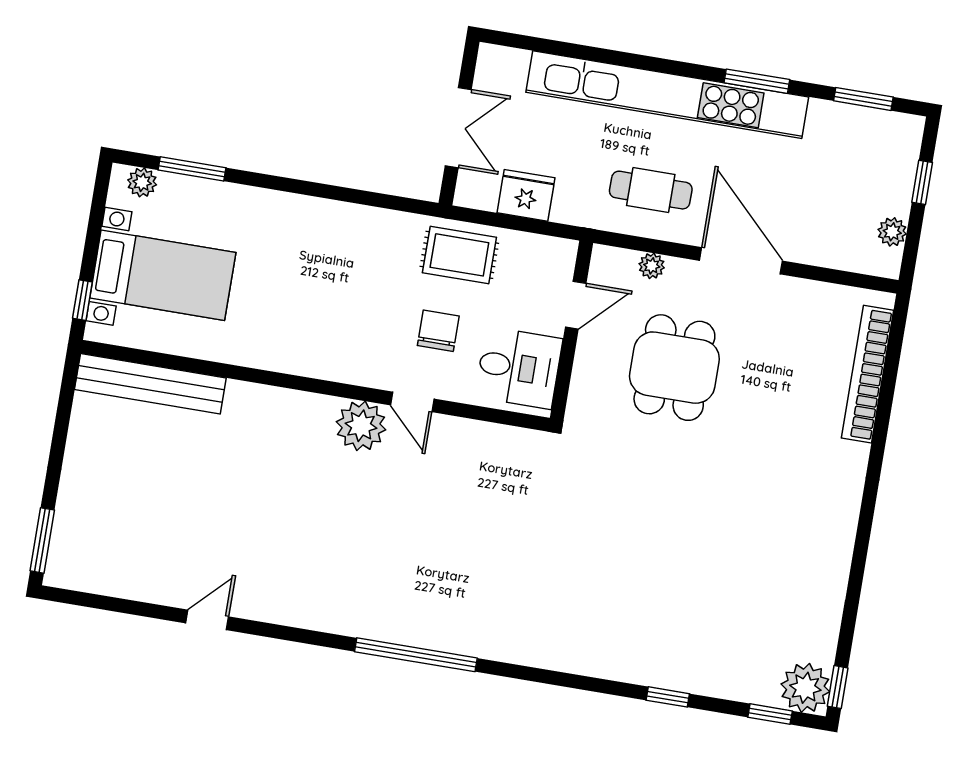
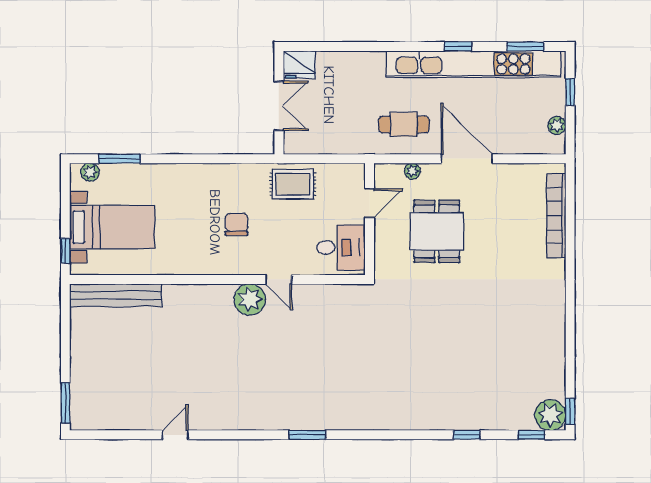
window: (757, 81) -> (458, 47), width x0.67
kitchen unit: (667, 95) -> (473, 64), moved
fridge: (526, 195) -> (299, 65), moved, turned 180
chair: (438, 331) -> (236, 224), moved
window: (416, 655) -> (307, 435), width x0.47

